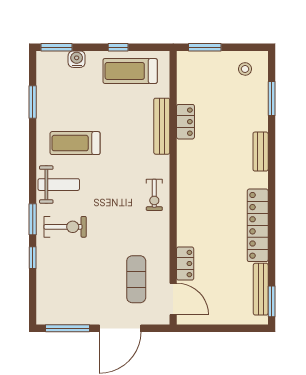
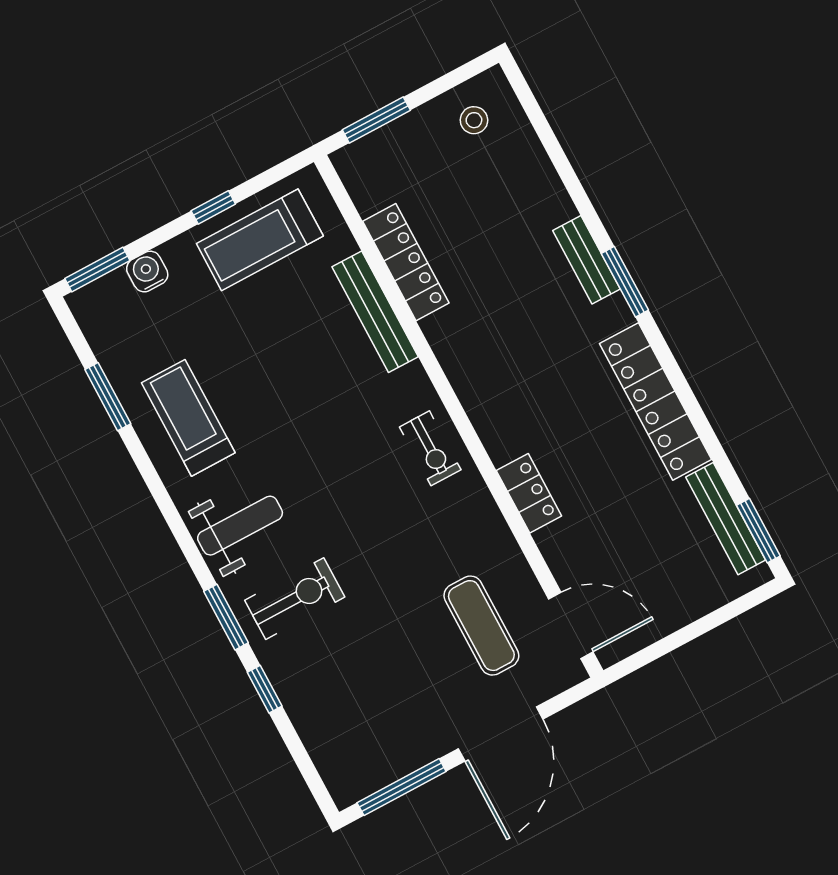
window: (272, 99) -> (625, 282), moved
locker: (185, 122) -> (406, 262), width x1.53
treadmill: (75, 143) -> (188, 418), moved, turned 90
locker: (185, 264) -> (529, 493), moved

